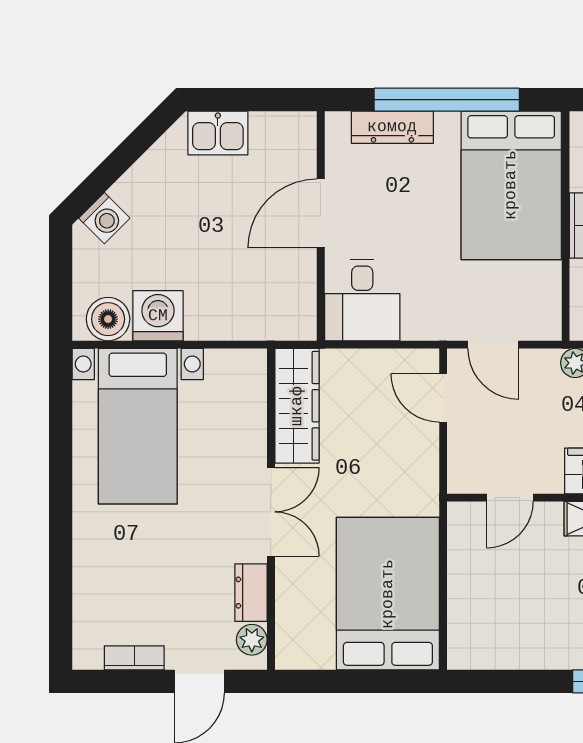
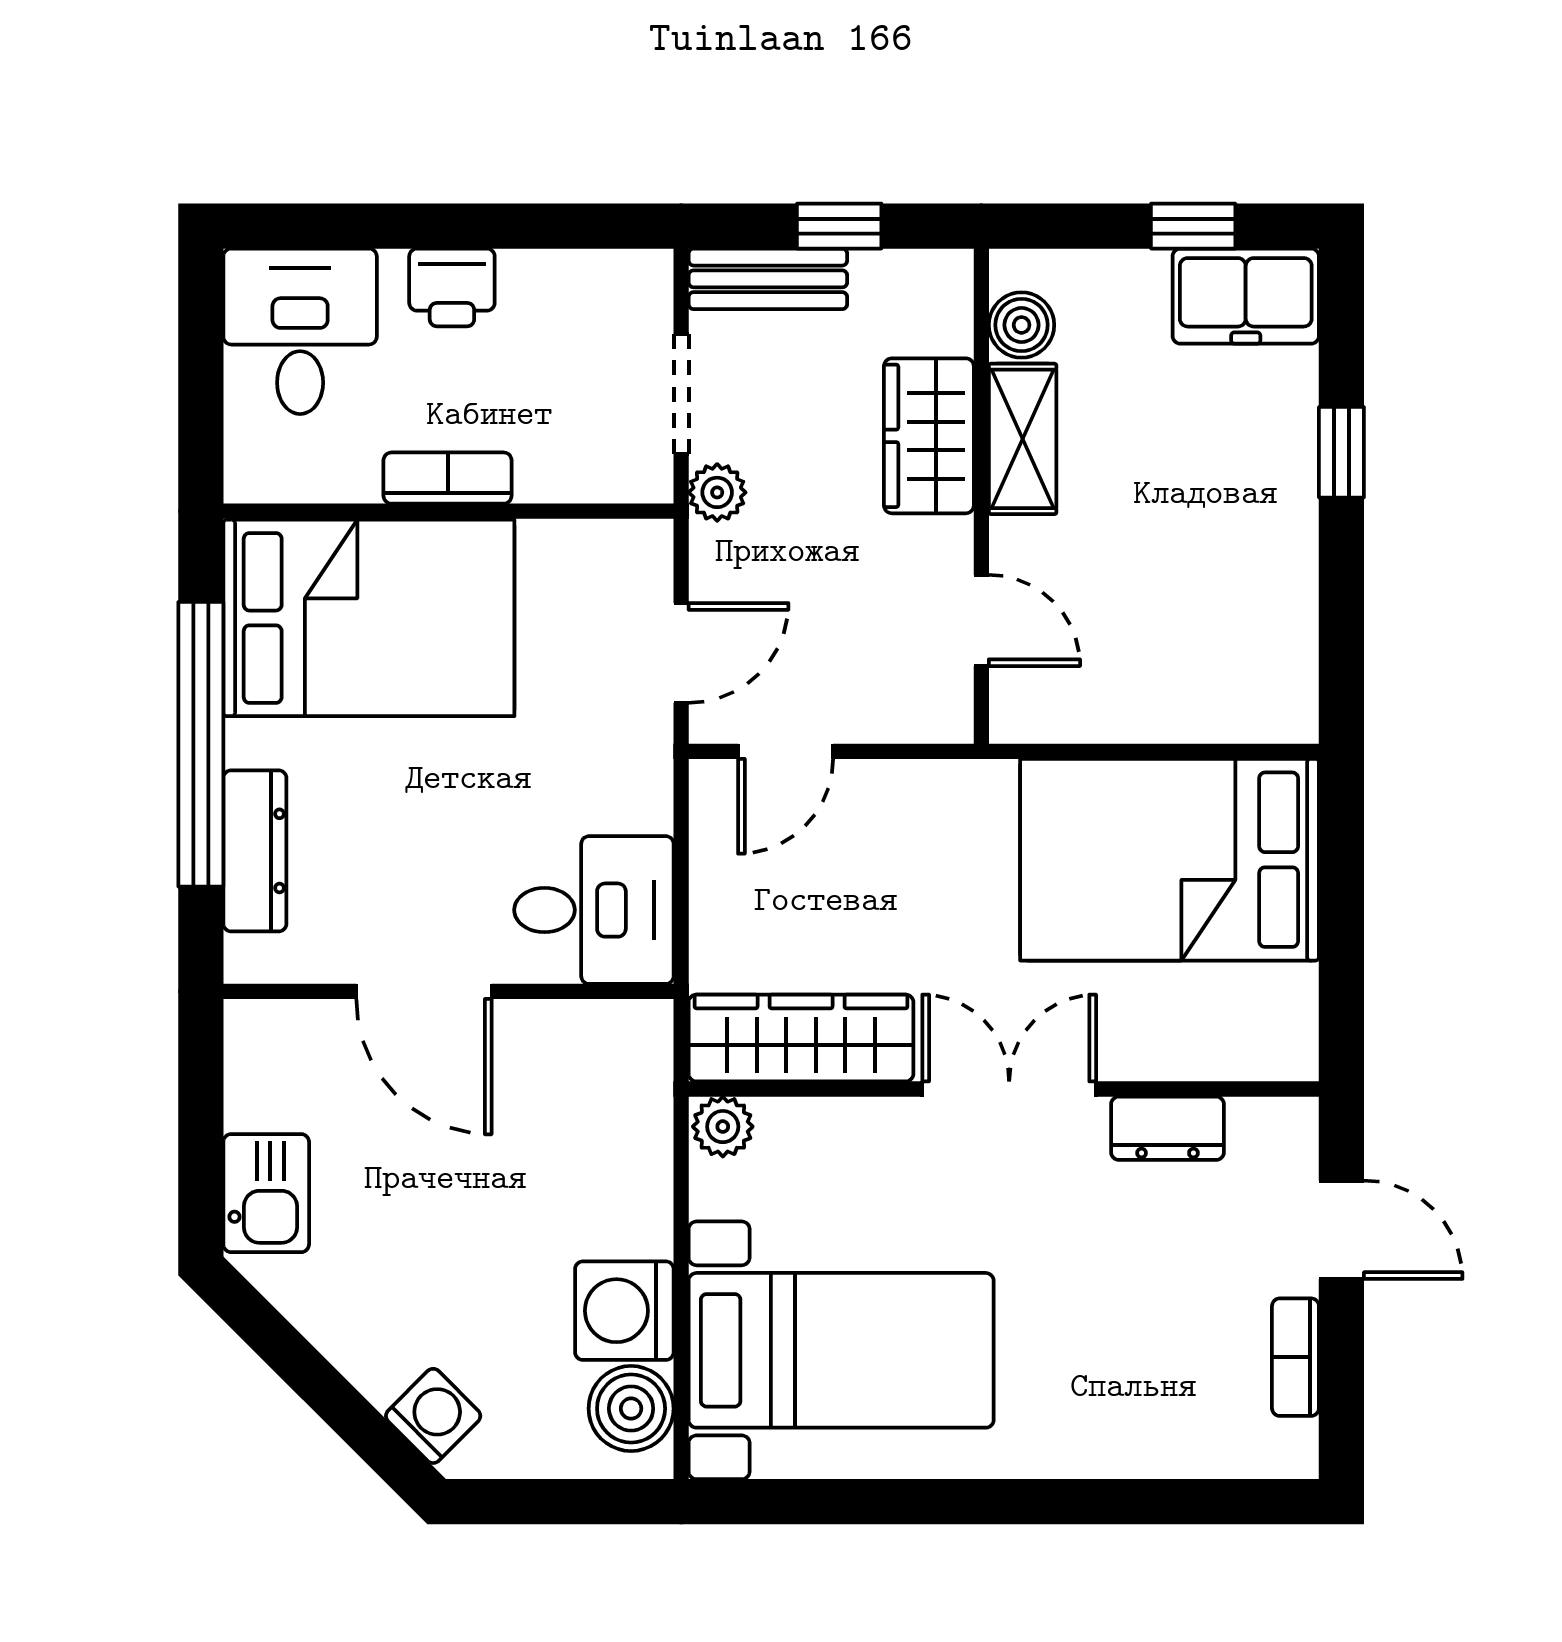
plant: (252, 640) -> (723, 1127), moved

